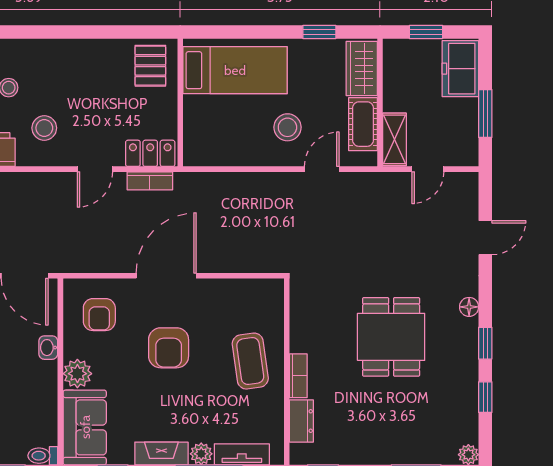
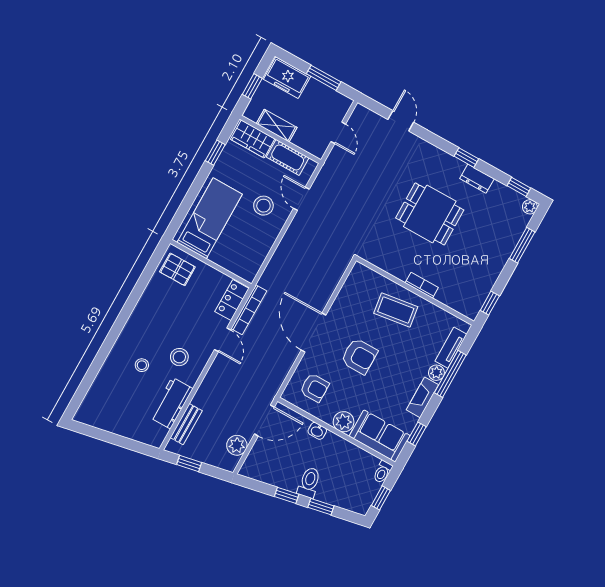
shelving: (395, 139) -> (277, 126), moved
bookcase: (150, 181) -> (249, 310), width x1.56
floor lamp: (469, 307) -> (438, 155), removed
window: (485, 397) -> (519, 187), moved
dresser: (301, 421) -> (477, 179), moved, turned 180

